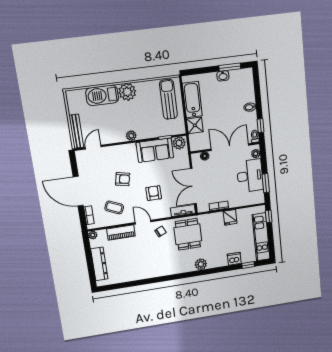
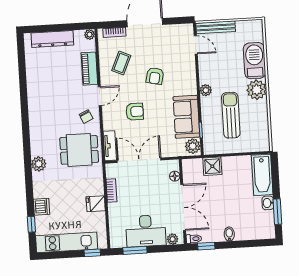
sun lounger: (168, 99) -> (231, 115), moved, turned -90
bathtub: (192, 100) -> (262, 175), moved, turned 90

